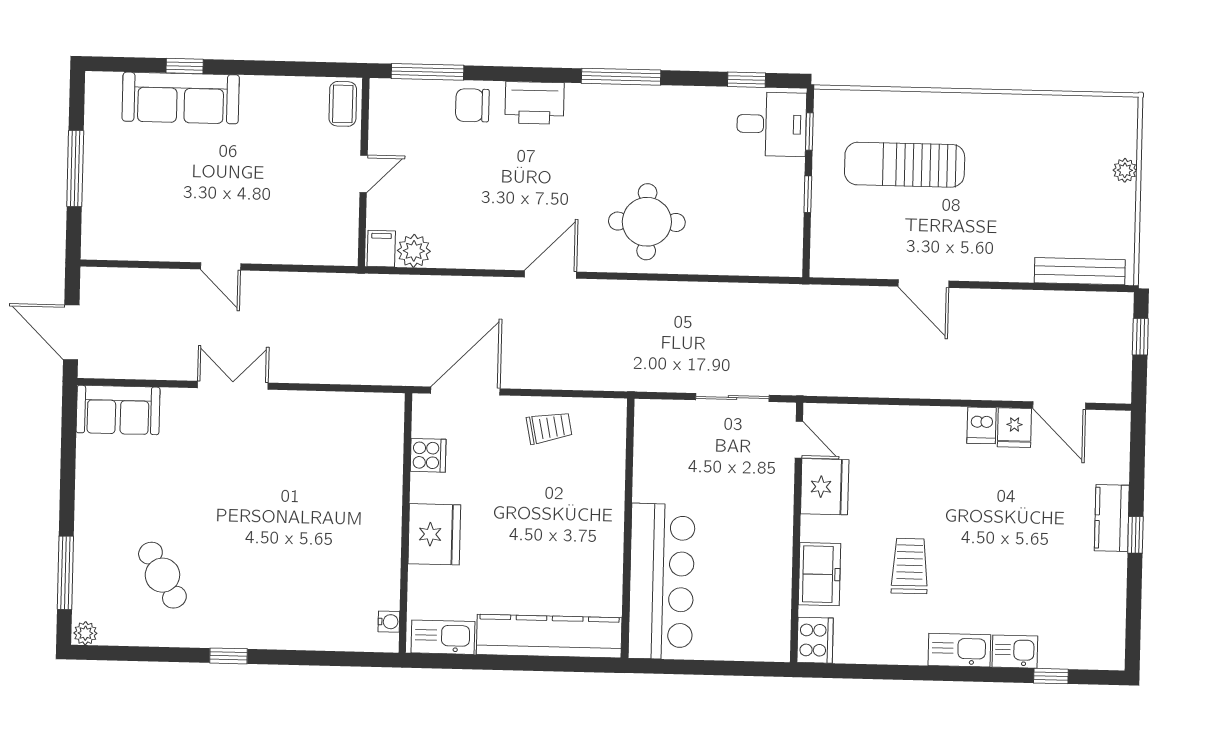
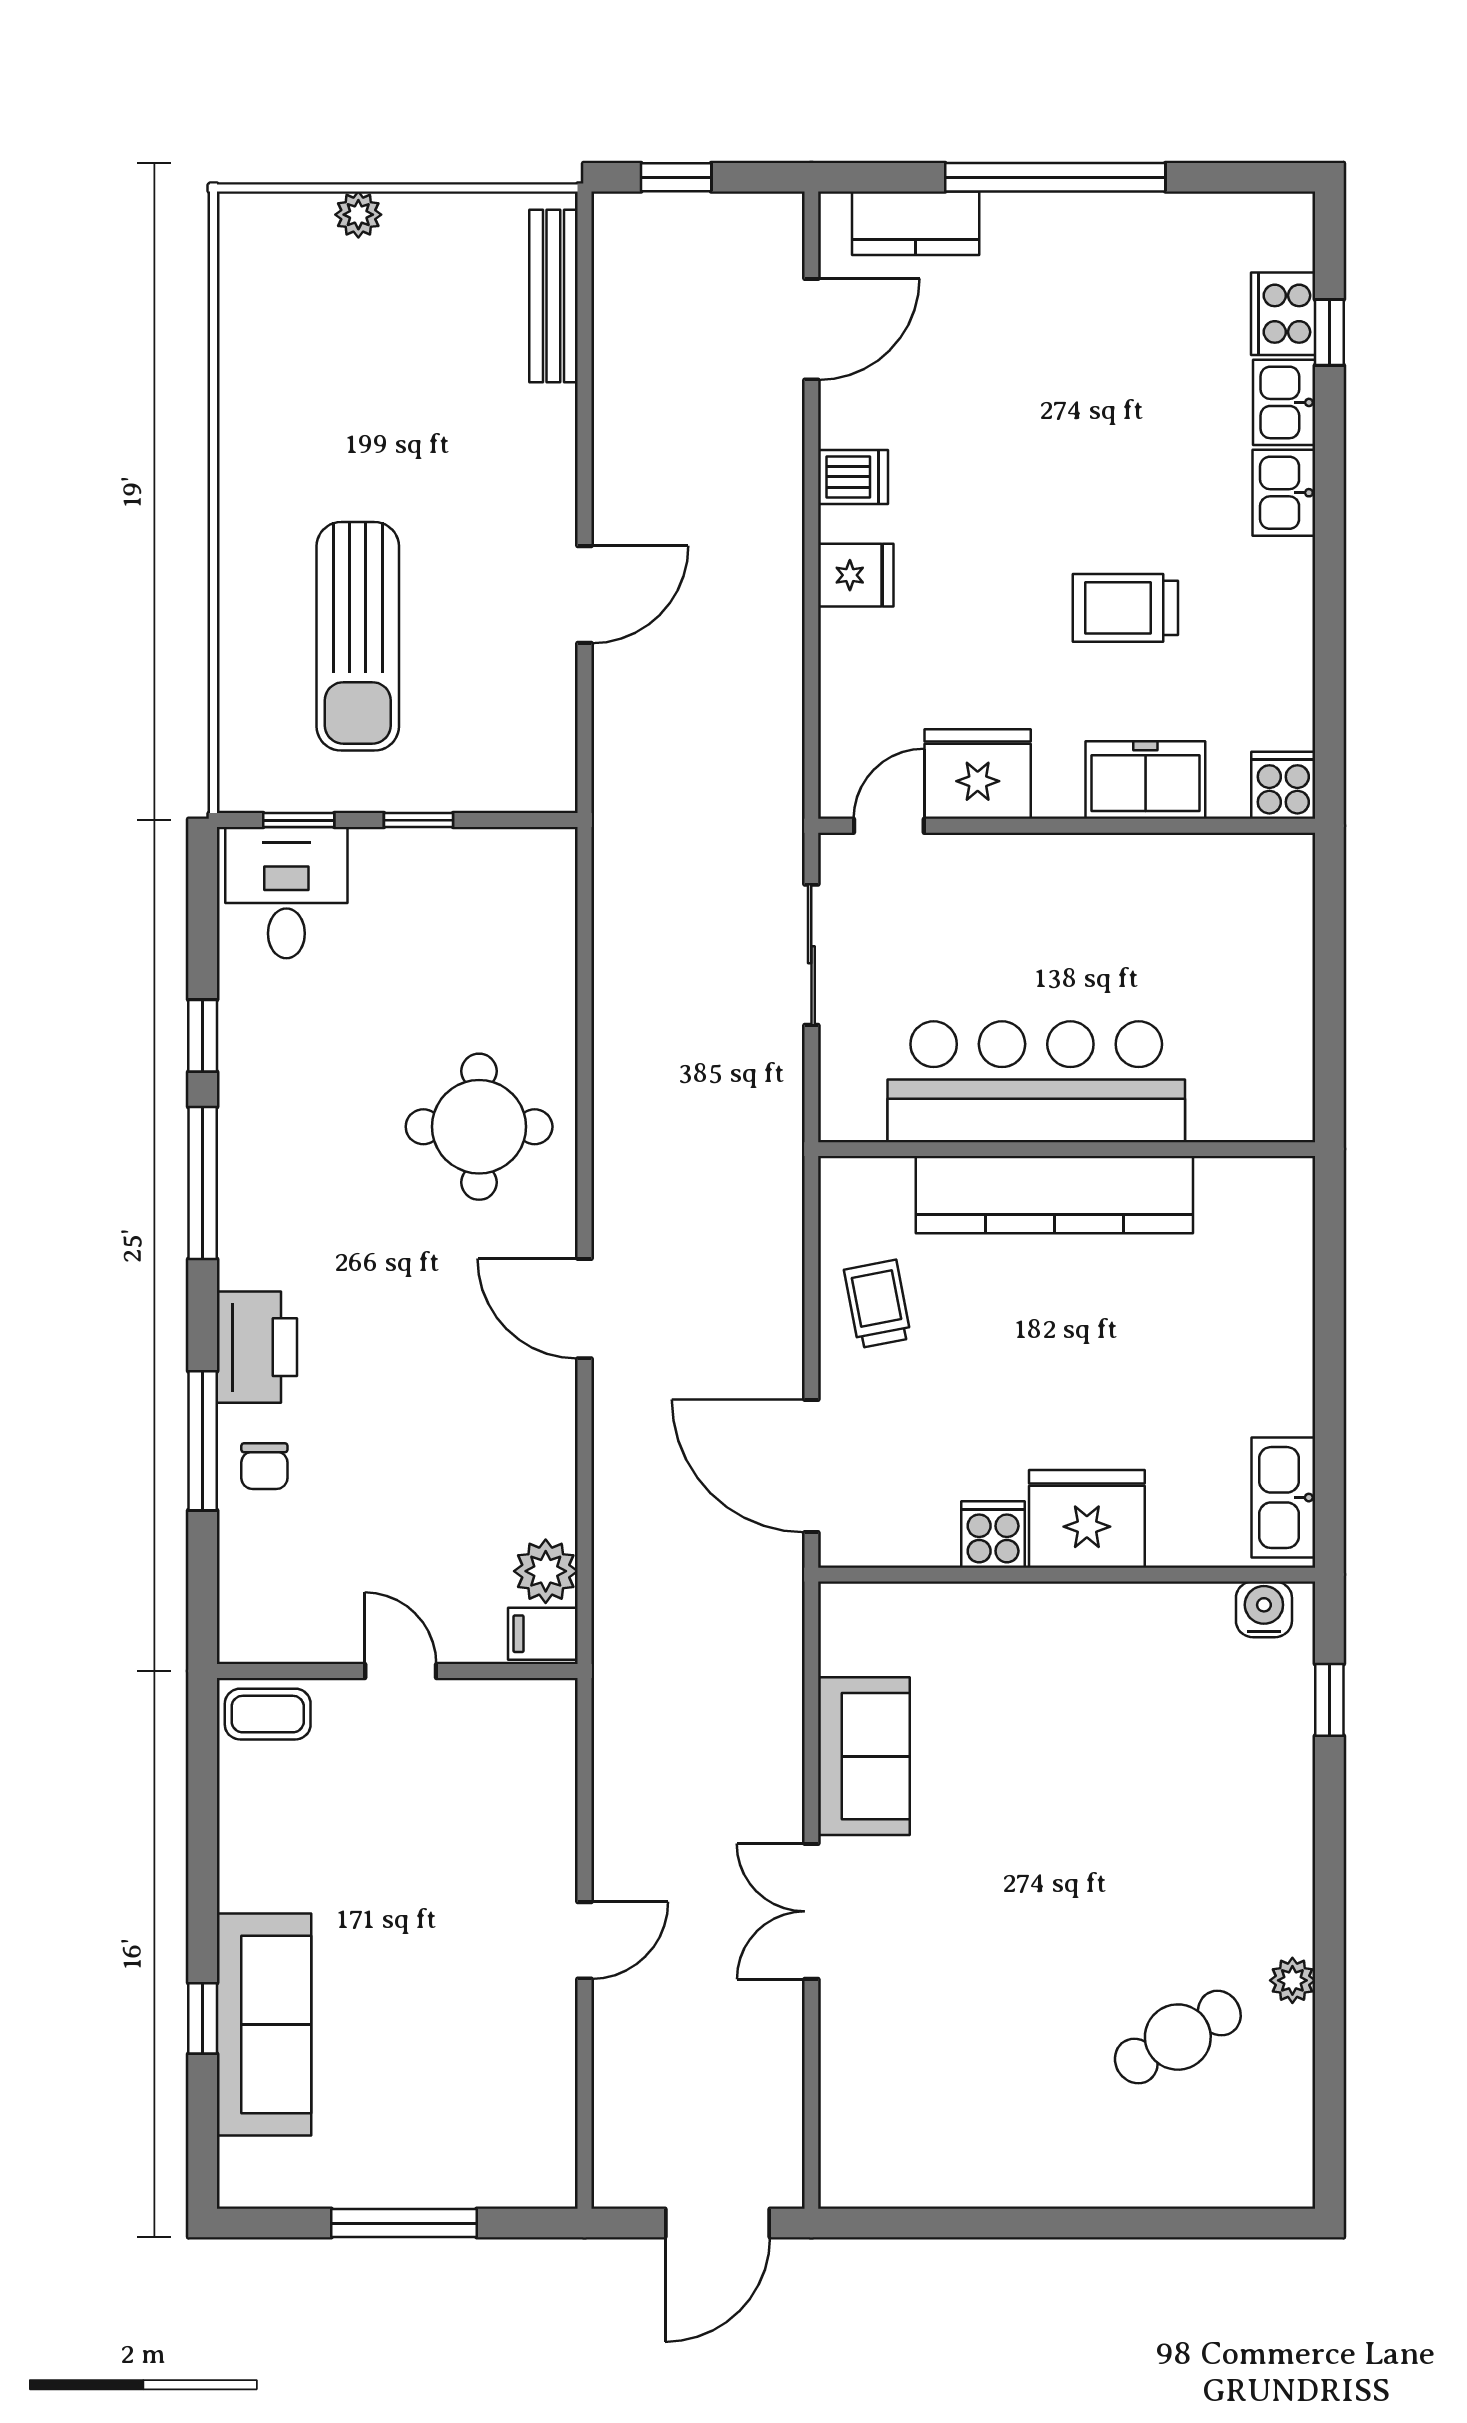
window: (427, 72) -> (203, 1441), moved
window: (746, 80) -> (203, 1036), moved
chair: (472, 105) -> (264, 1466), width x0.73, depth x0.73
sofa: (118, 410) -> (864, 1756), moved
fridge: (1014, 428) -> (856, 575), moved
cooker: (428, 455) -> (993, 1534), moved
kitchen counter: (1112, 518) -> (916, 223), moved
window: (1135, 535) -> (1055, 177), width x3.17
window: (65, 573) -> (1178, 2223), removed
bar counter: (662, 581) -> (1036, 1082), moved
water cooler: (389, 622) -> (1264, 1609), width x1.38, depth x1.38
plant: (85, 633) -> (1292, 1980), moved
kitchen counter: (549, 636) -> (1054, 1195), moved, turned -90
cooker: (815, 640) -> (1283, 785), width x0.73
kitchen sink: (959, 650) -> (1284, 493), width x0.73
cooker: (1061, 652) -> (1283, 314), added
window: (229, 656) -> (1329, 1700), moved

